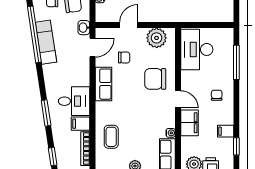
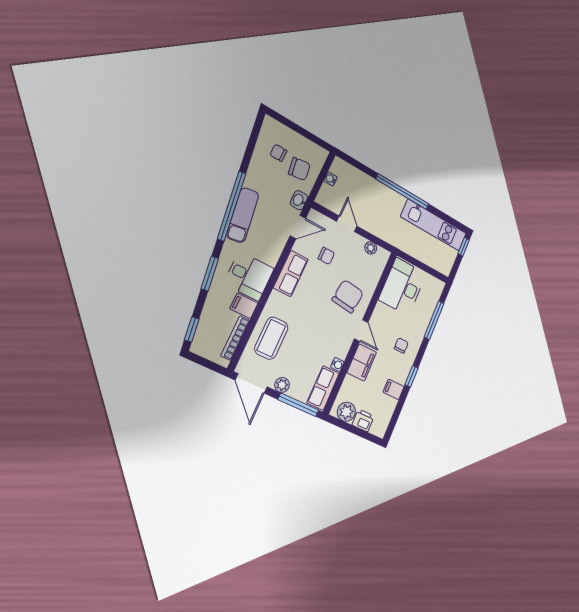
door: (129, 25) -> (347, 224), hinge flipped
window: (34, 34) -> (232, 206), moved
plant: (157, 38) -> (371, 248), width x0.53, depth x0.53
exam couch: (46, 42) -> (243, 215), moved
chair: (155, 79) -> (348, 296), turned 97
coffee table: (111, 137) -> (271, 338), width x1.36, depth x1.30
window: (236, 146) -> (411, 376), moved

